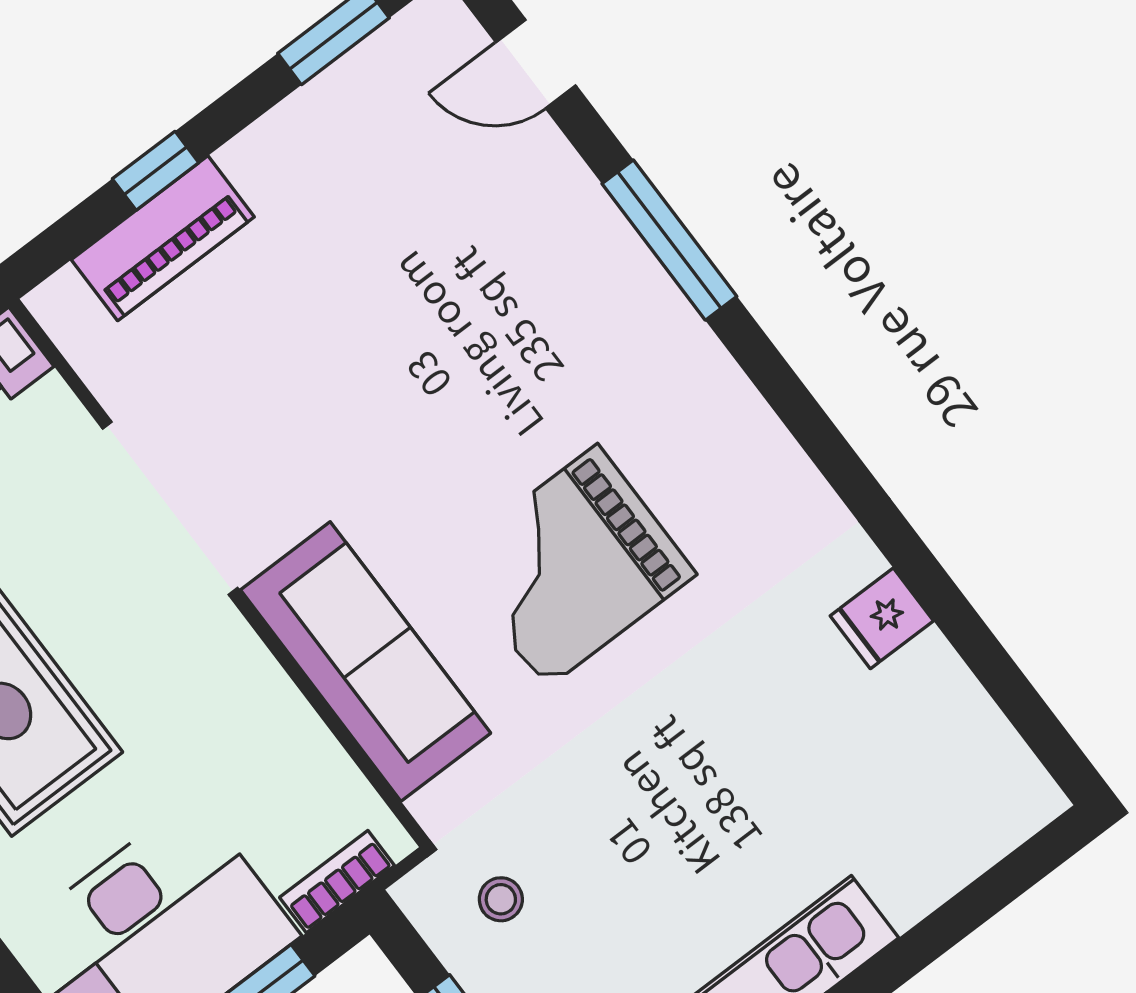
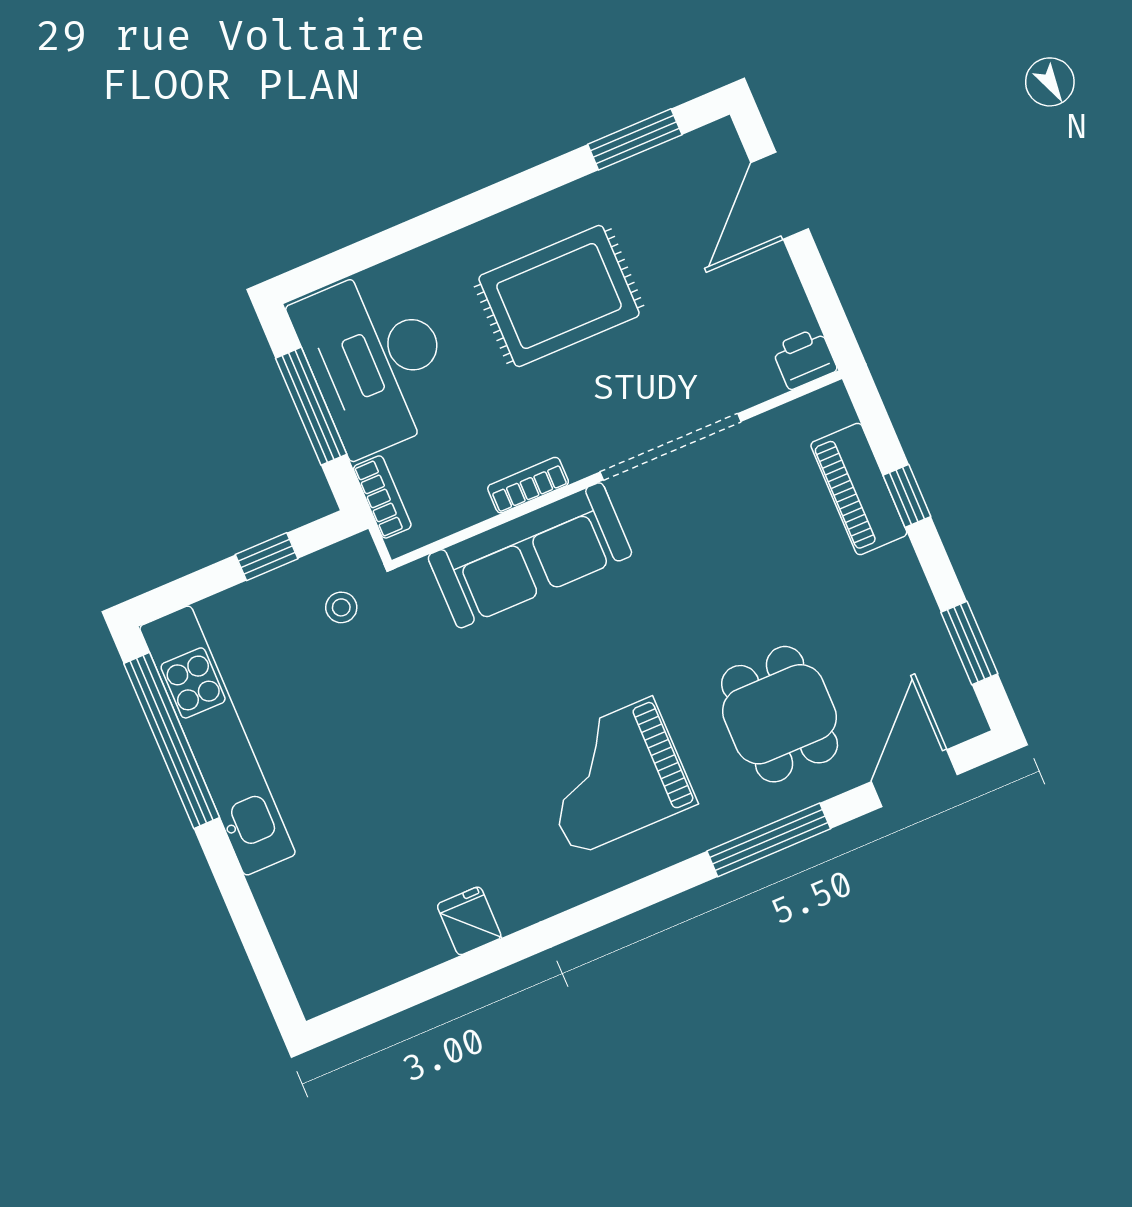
door: (536, 64) -> (914, 778), width x1.38
dining table: (495, 269) -> (780, 714), added
grand piano: (572, 566) -> (613, 776), moved, turned -90
bookcase: (271, 688) -> (528, 485), added

